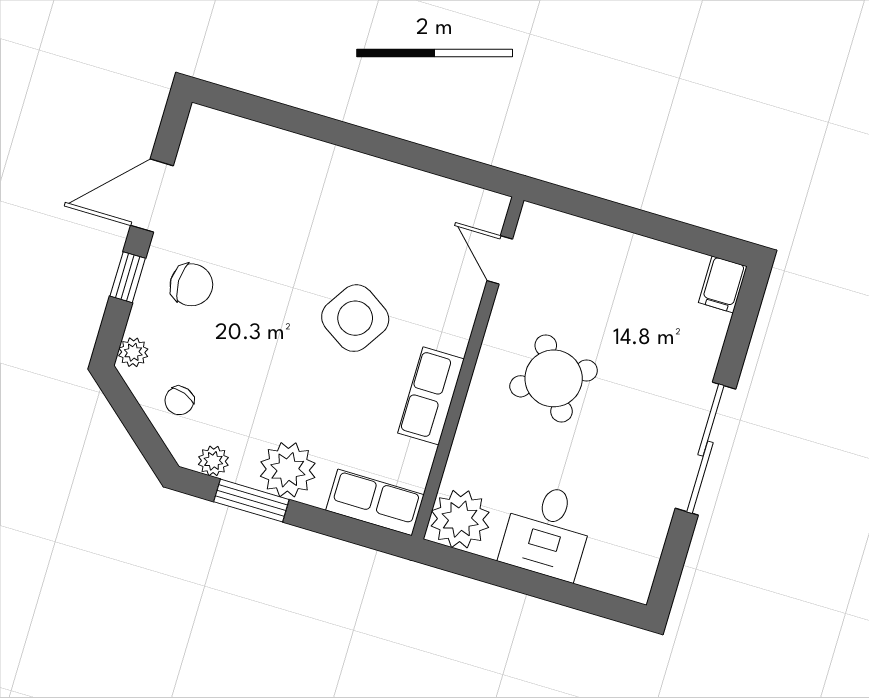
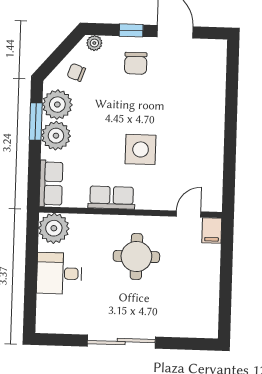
filing cabinet: (723, 284) -> (212, 230), moved, turned -90
side table: (355, 318) -> (141, 149), turned -33
round table: (554, 378) -> (136, 257), turned 30
plant: (213, 461) -> (57, 105), width x1.88, depth x1.88

